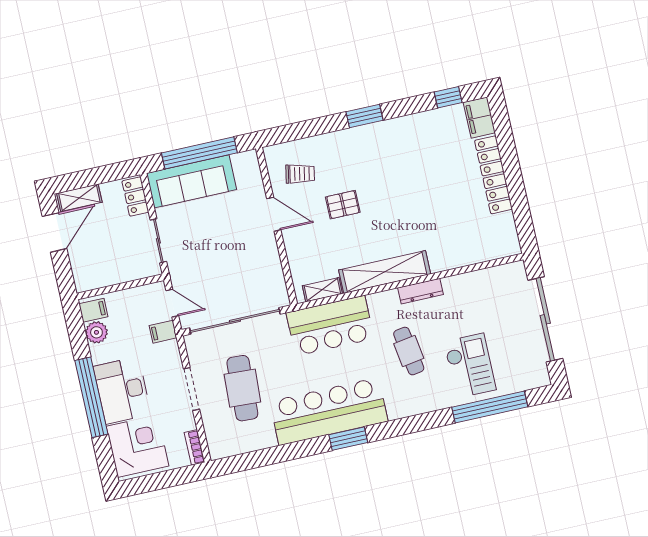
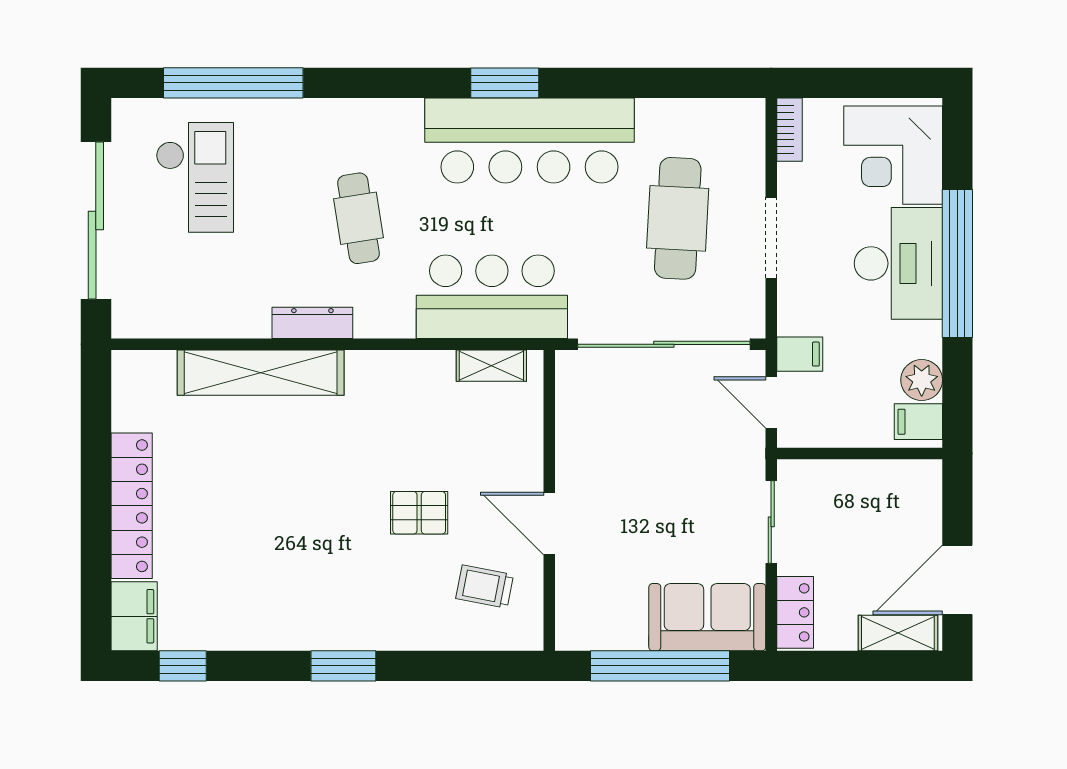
sofa: (192, 181) -> (707, 617), width x0.73
shelving: (385, 272) -> (261, 373), moved
checkout: (470, 366) -> (195, 177), moved, turned 180

